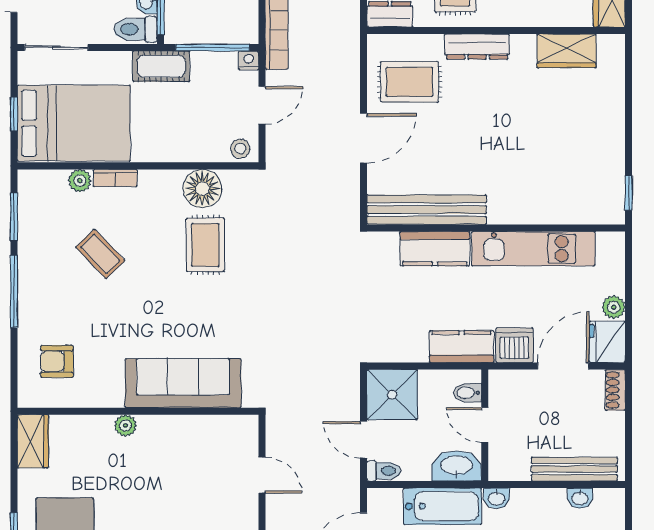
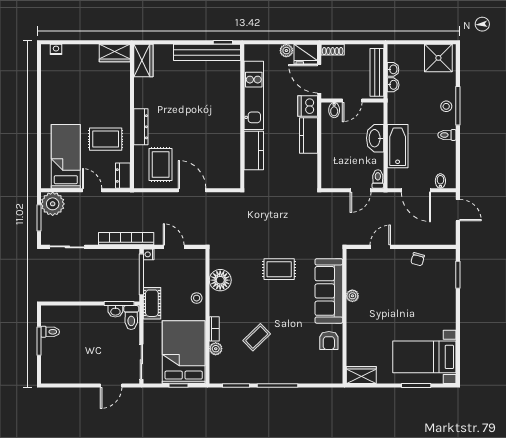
wardrobe: (567, 51) -> (143, 60), moved
stool: (240, 149) -> (197, 298), moved
bench: (427, 210) -> (207, 52), moved, turned 90
rug: (205, 245) -> (279, 269), moved
armchair: (57, 361) -> (329, 341), moved
bidet: (468, 393) -> (334, 110), moved
shower: (392, 395) -> (335, 174), removed
plant: (125, 425) -> (352, 296), moved
door: (485, 425) -> (352, 100), moved
wall: (485, 425) -> (352, 100), moved
washbasin: (496, 498) -> (393, 85), moved

